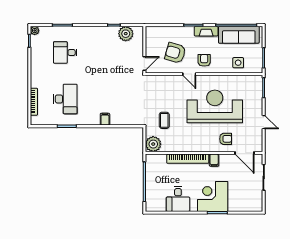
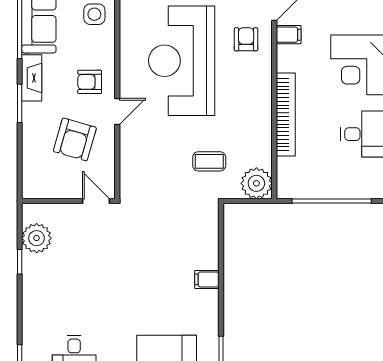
filing cabinet: (214, 160) -> (289, 35), moved

